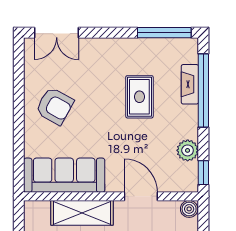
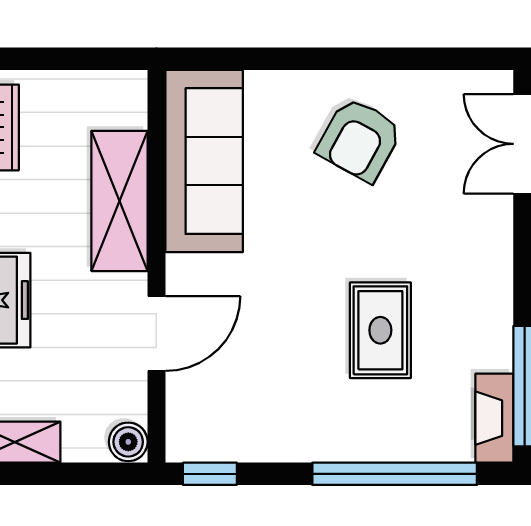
fireplace: (190, 84) -> (494, 418), moved, turned -90
rug: (139, 97) -> (380, 330), turned 90
plant: (188, 150) -> (260, 438), removed

